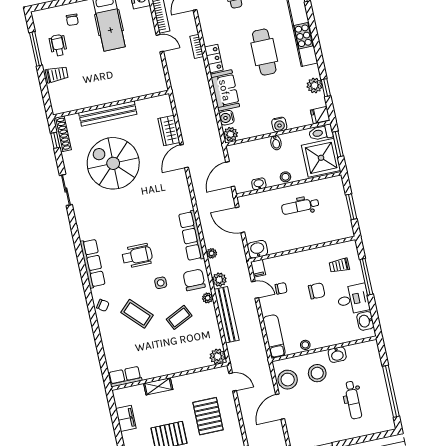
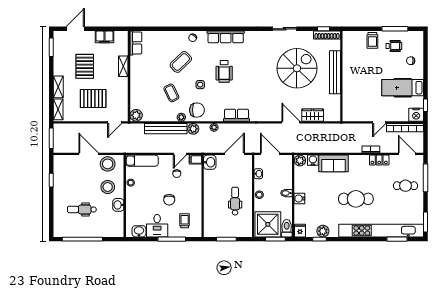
locker: (214, 59) -> (379, 160), moved
row of seats: (192, 236) -> (237, 115), width x0.68

